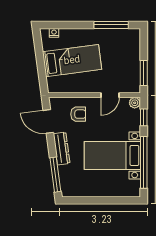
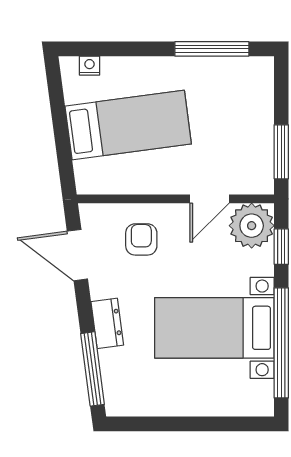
plant: (135, 103) -> (252, 226), width x1.87, depth x1.87
armchair: (78, 114) -> (141, 239), turned -90
dresser: (62, 149) -> (107, 323), width x0.70

